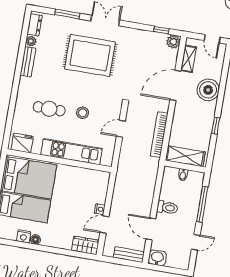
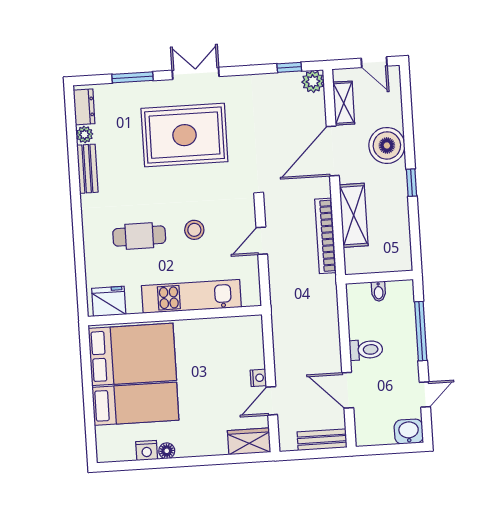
window: (216, 126) -> (412, 183), moved
shelving: (185, 156) -> (354, 215), moved, turned 90
washbasin: (157, 258) -> (409, 432), moved

